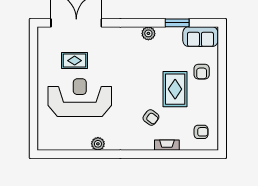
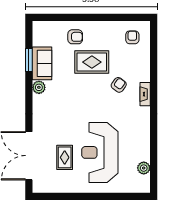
sofa: (200, 37) -> (42, 63), moved
plant: (98, 144) -> (144, 168), moved
fireplace: (167, 145) -> (145, 94), moved

